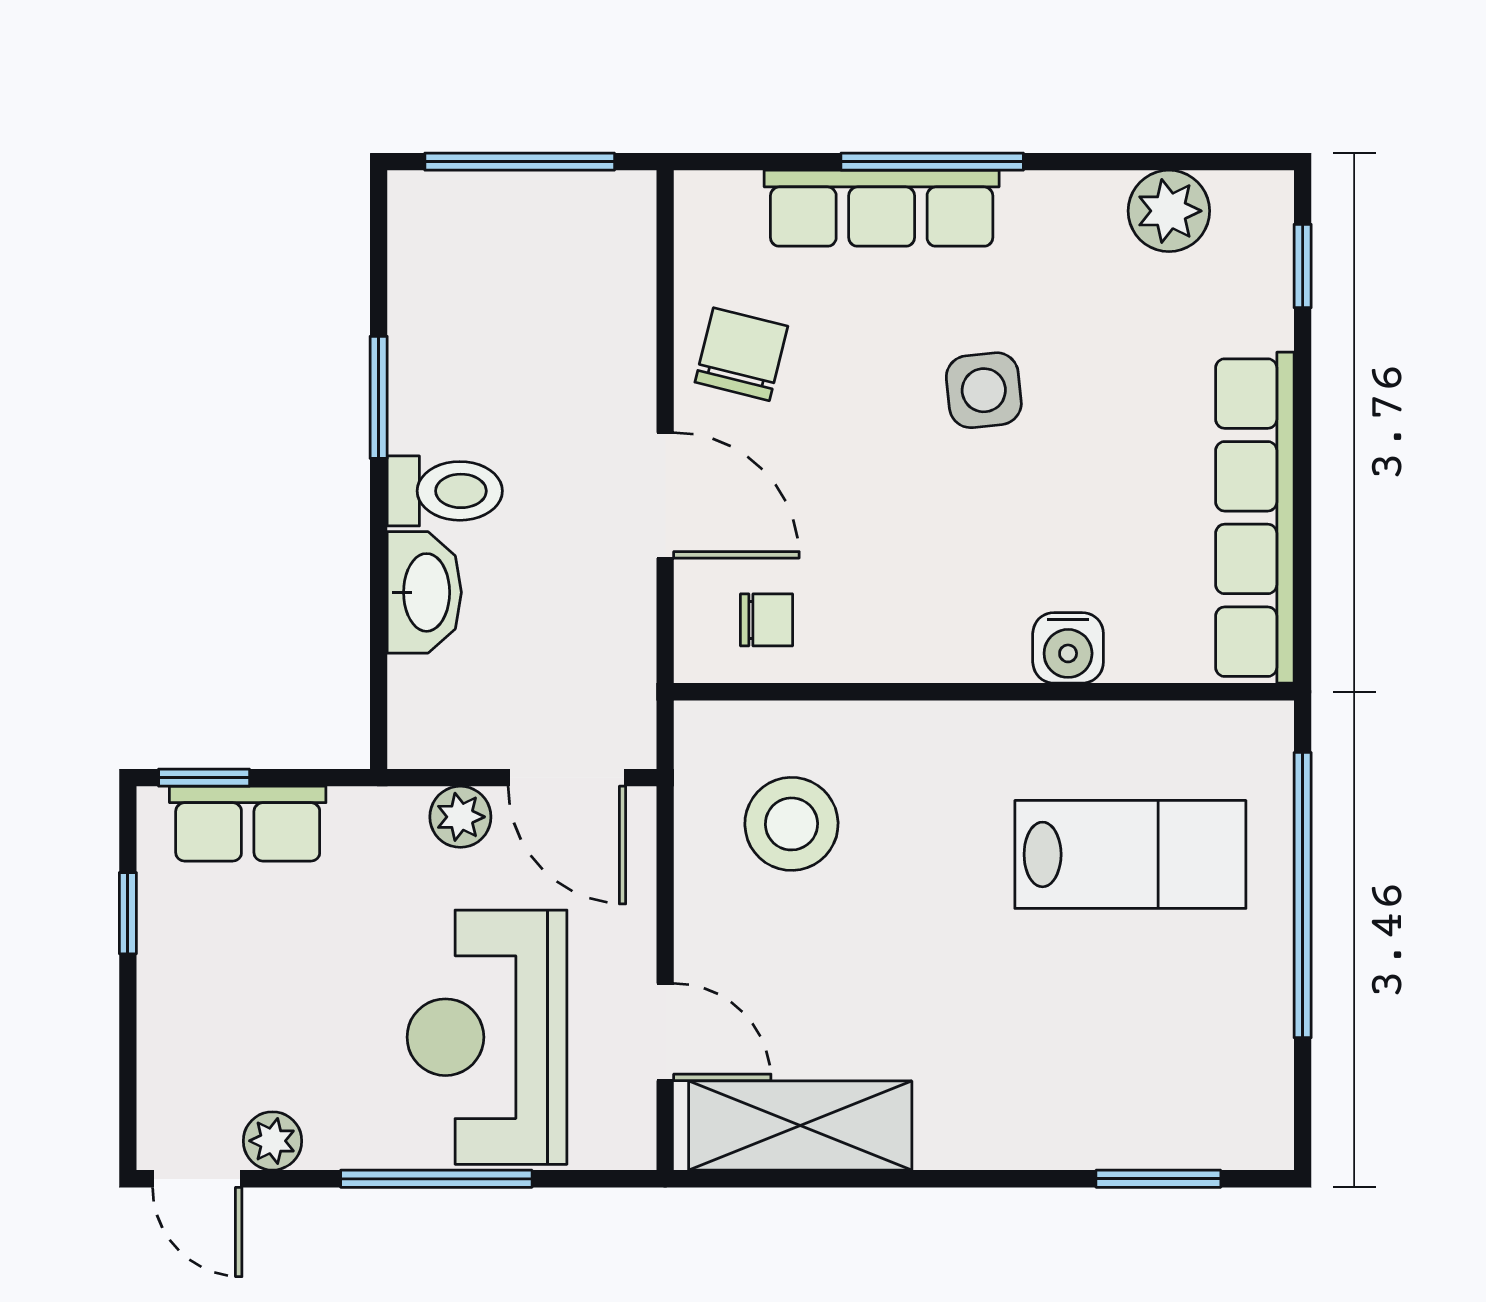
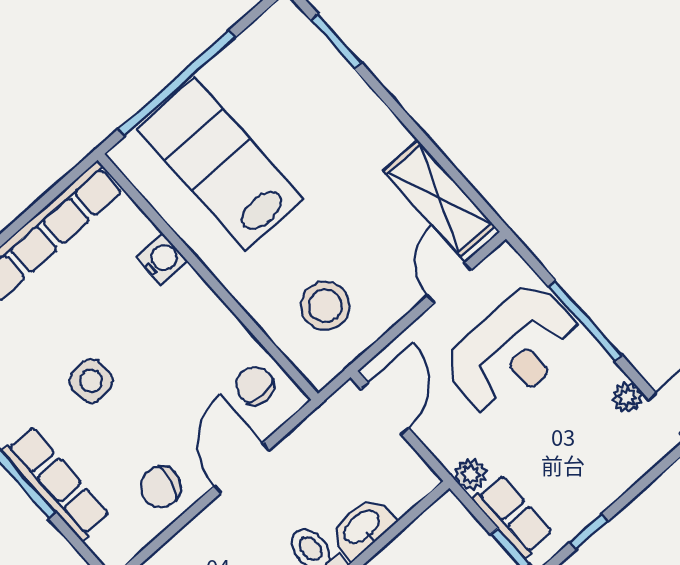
chair: (767, 620) -> (255, 386), width x1.37, depth x1.37
plant: (460, 817) -> (471, 474), moved
lab bench: (1130, 854) -> (220, 164), width x1.36, depth x1.39

